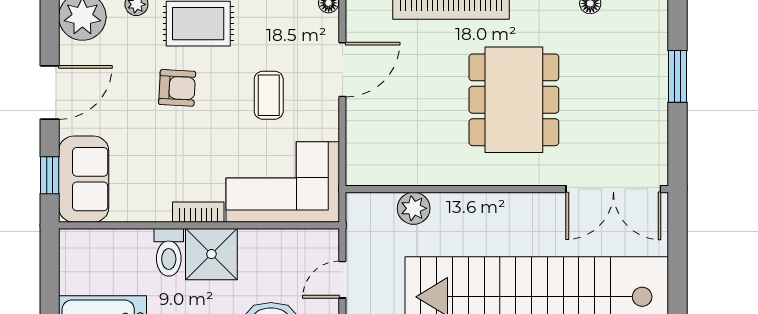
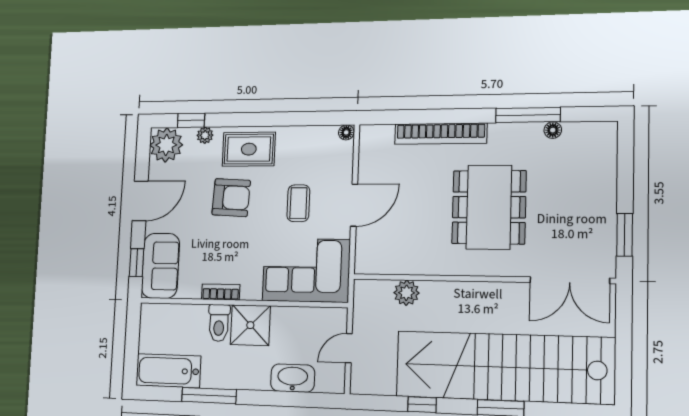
door: (342, 70) -> (354, 205), moved
window: (678, 76) -> (625, 235), moved
armchair: (177, 88) -> (231, 198), width x1.38, depth x1.38
bookcase: (198, 212) -> (221, 292), moved

